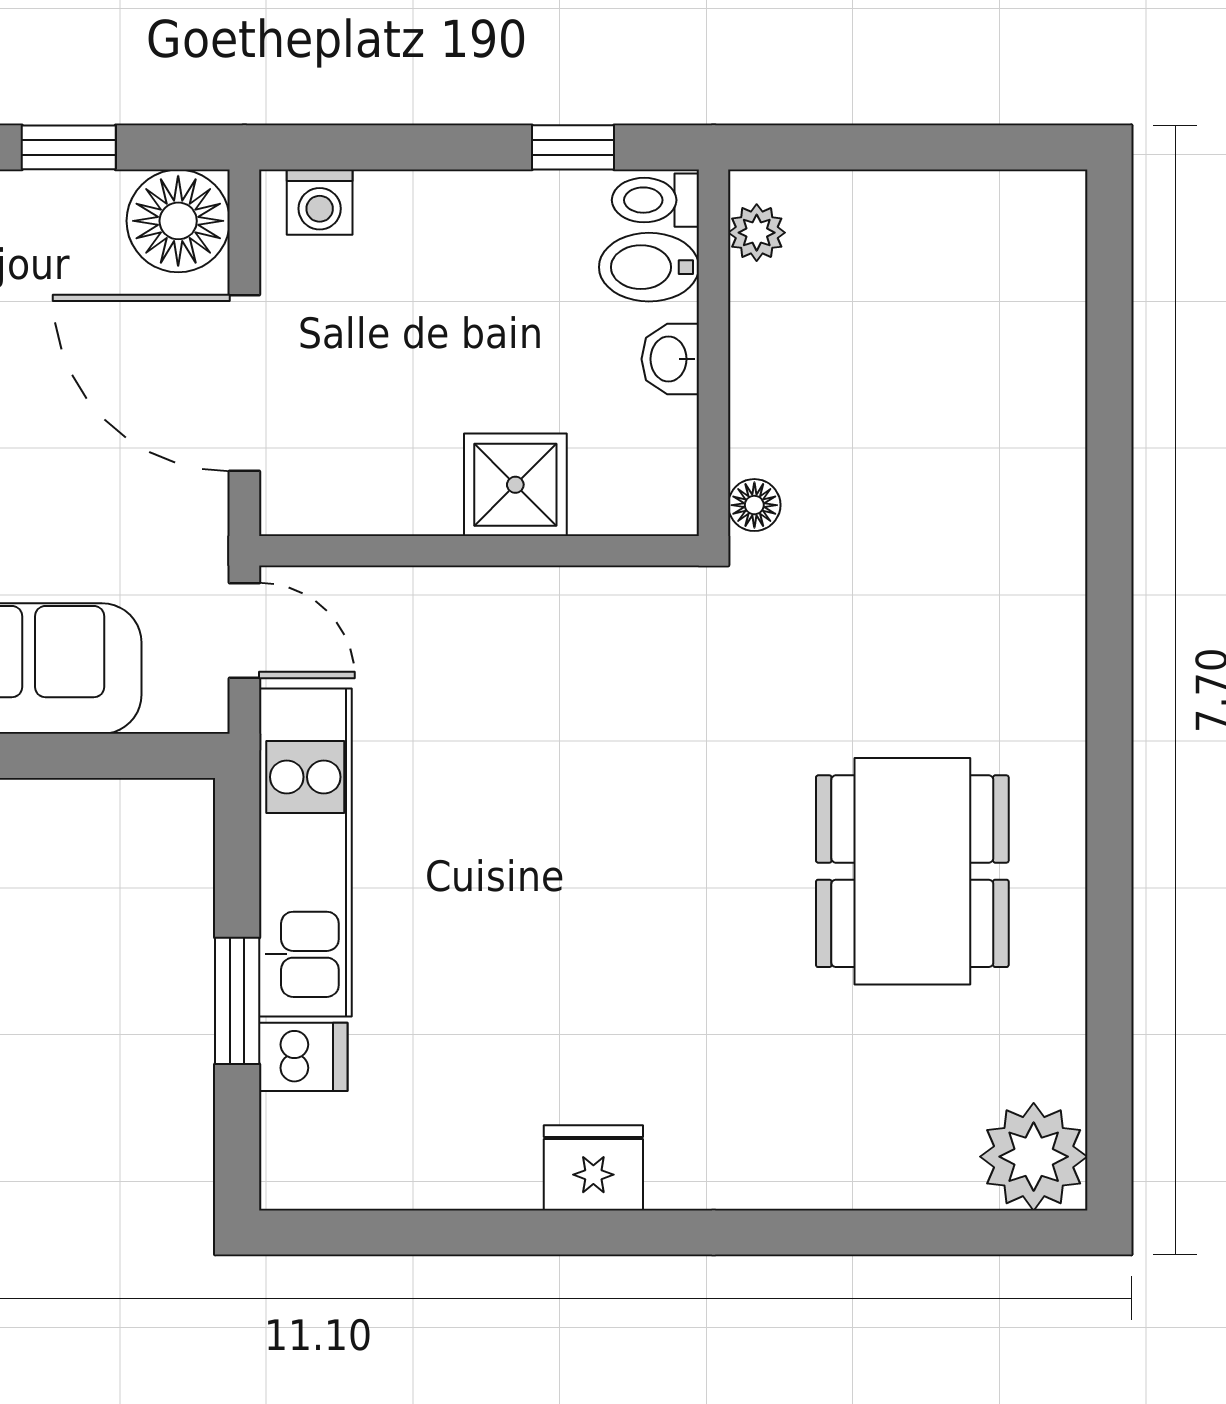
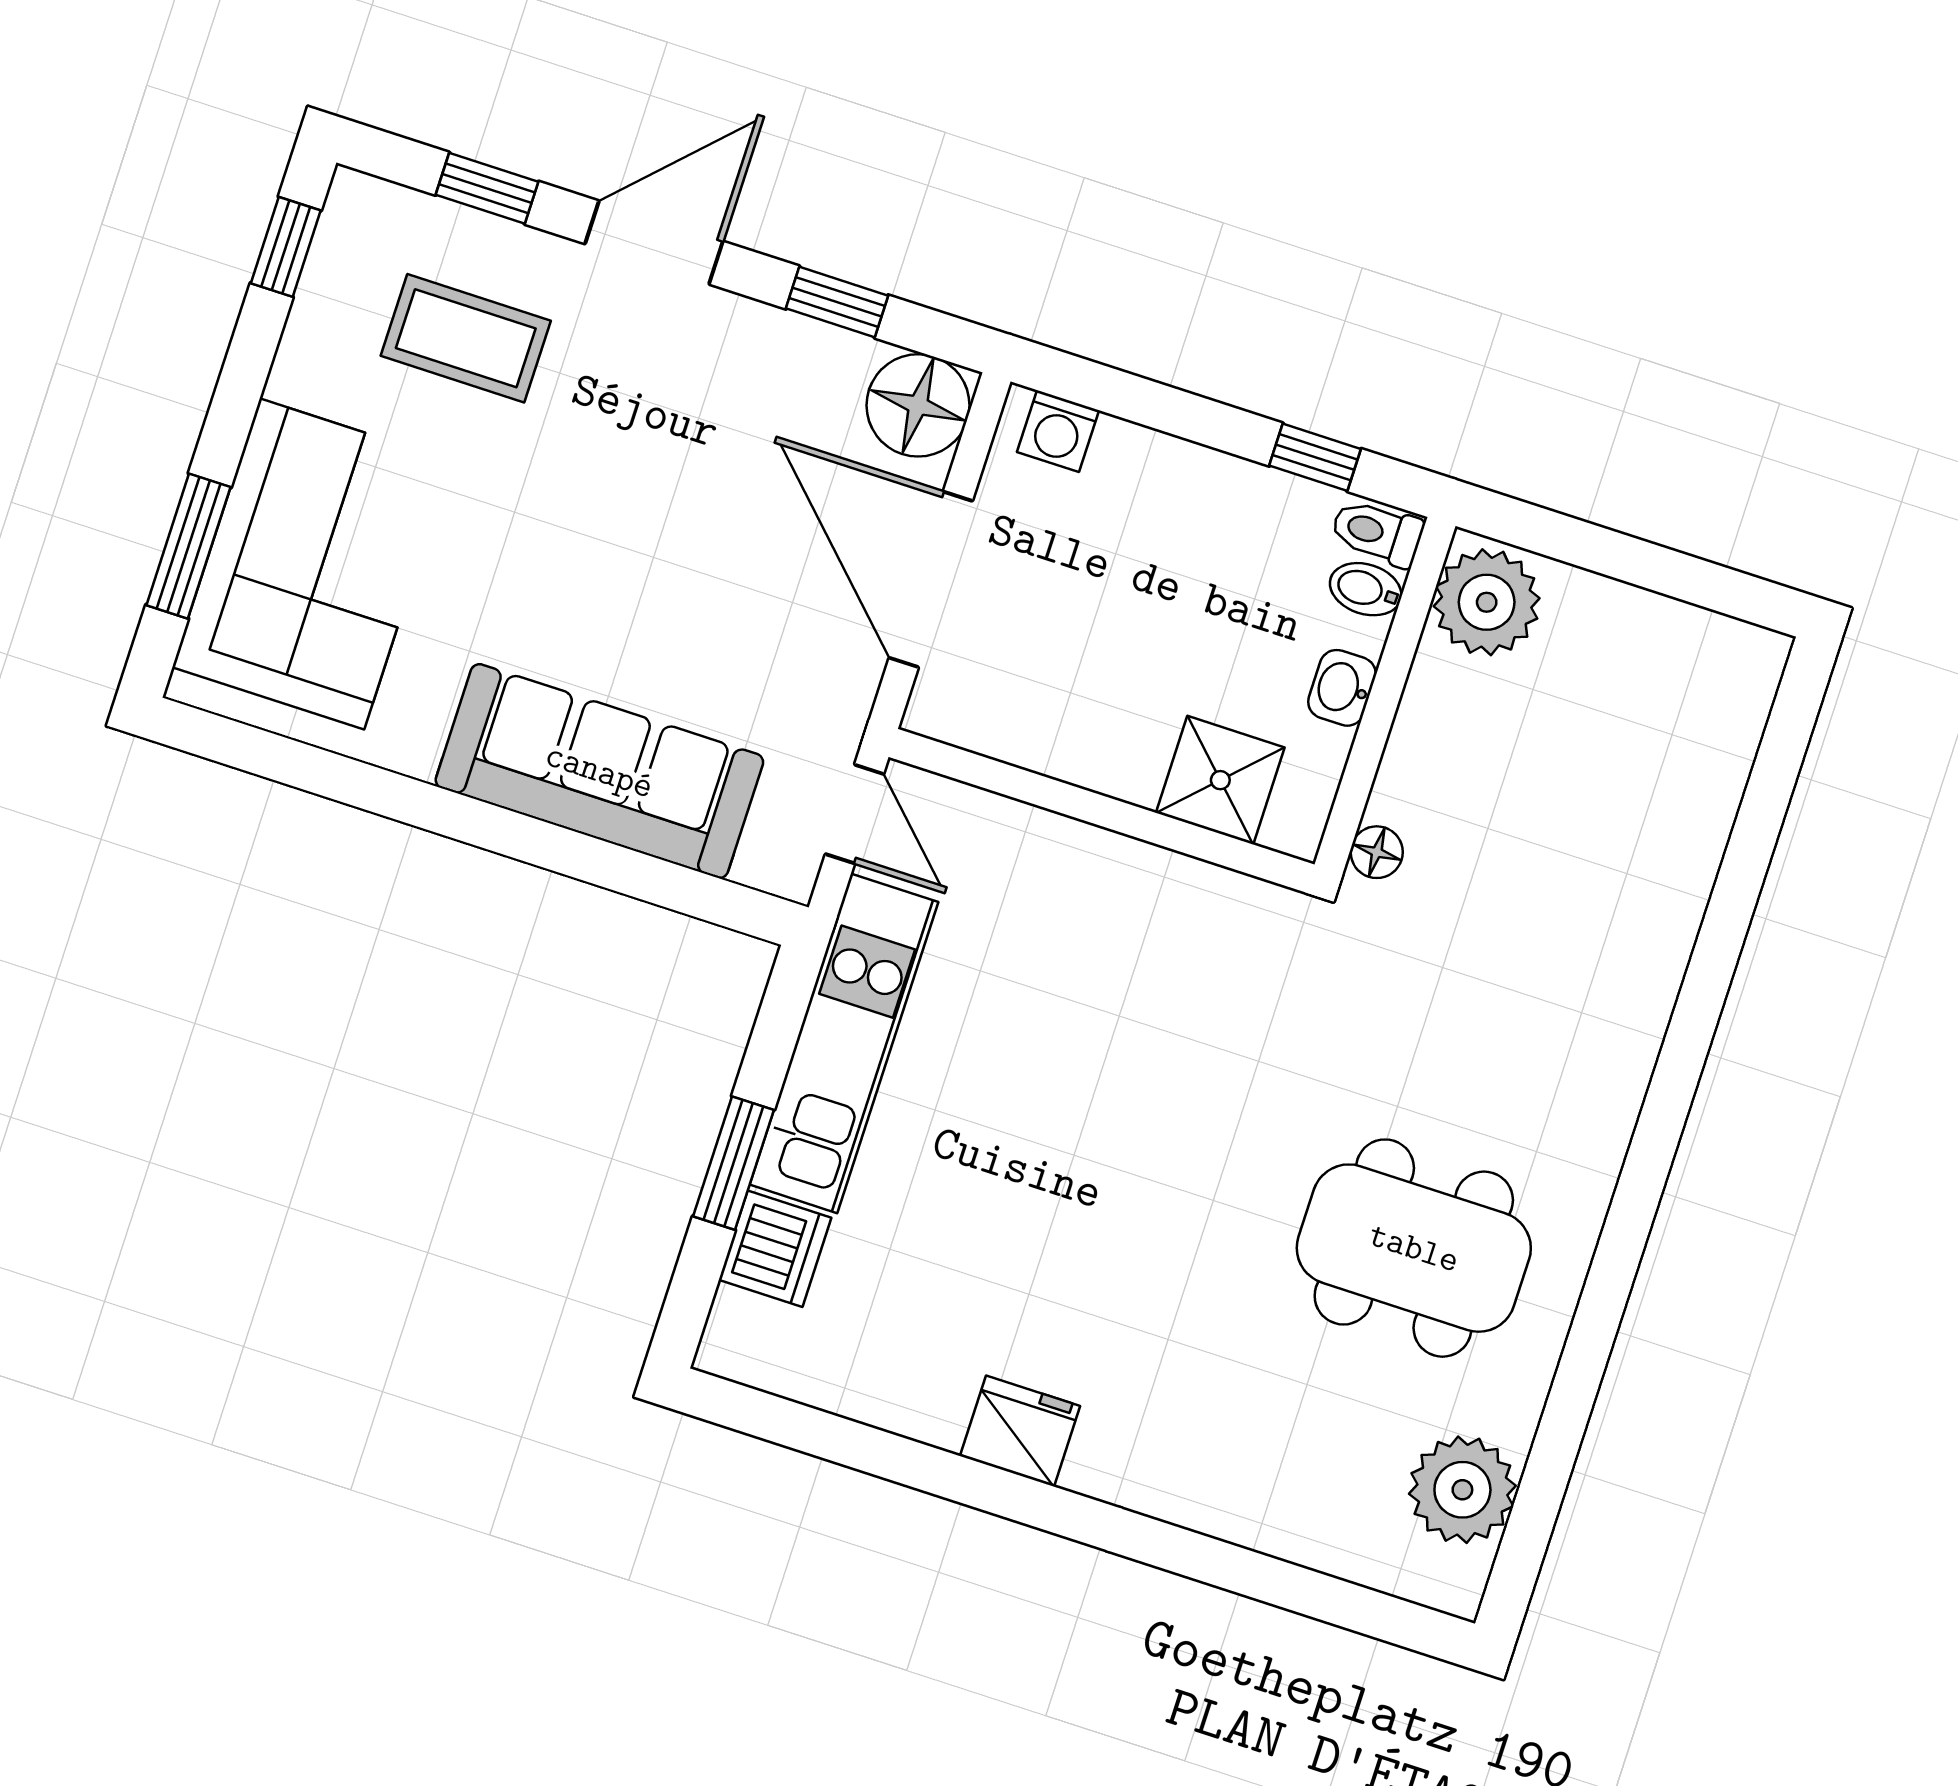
plant: (757, 233) -> (1487, 602), width x1.88, depth x1.88
bidet: (649, 267) -> (1366, 589), width x0.72, depth x0.74
shower: (515, 485) -> (1220, 780), moved
dining table: (912, 871) -> (1414, 1248), turned 90
dishwasher: (303, 1057) -> (775, 1249), width x1.38
plant: (1034, 1157) -> (1462, 1490), moved

